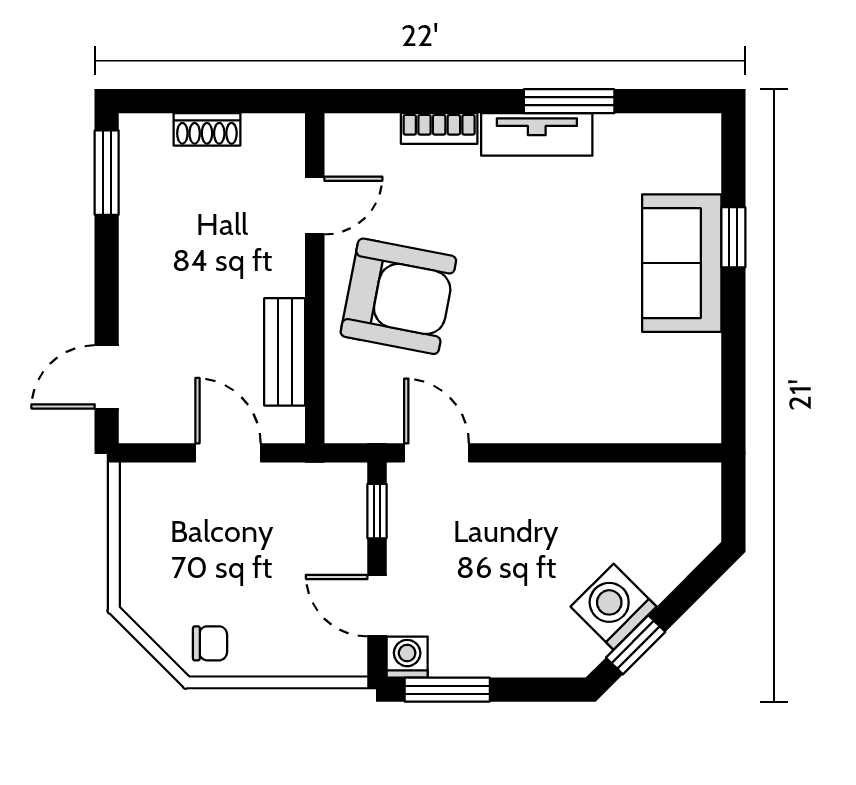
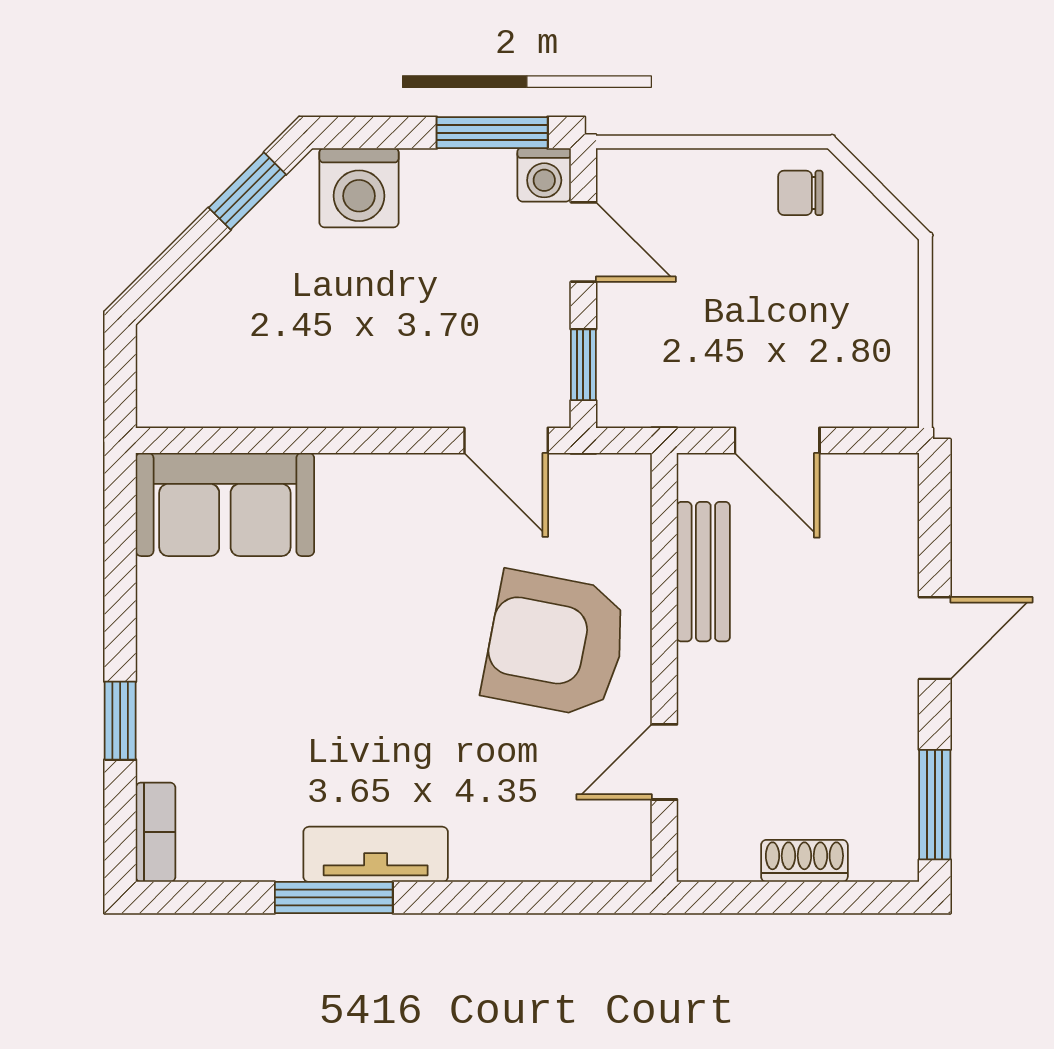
bookcase: (439, 128) -> (156, 832), moved, turned 90
sofa: (682, 263) -> (225, 504), moved, turned 90
door: (107, 377) -> (935, 638), moved
washing machine: (614, 607) -> (359, 188), moved, turned 45

